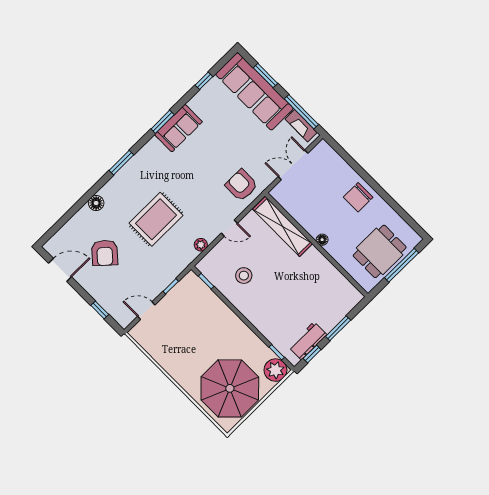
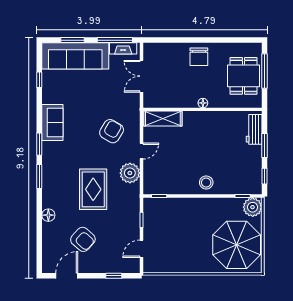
window: (163, 122) -> (39, 144), moved
armchair: (241, 185) -> (112, 131), moved, turned 121
shelving: (283, 226) -> (163, 119), width x0.68
plant: (201, 245) -> (130, 173), width x1.88, depth x1.88
stool: (244, 276) -> (206, 183), moved
workbench: (308, 341) -> (254, 129), moved

